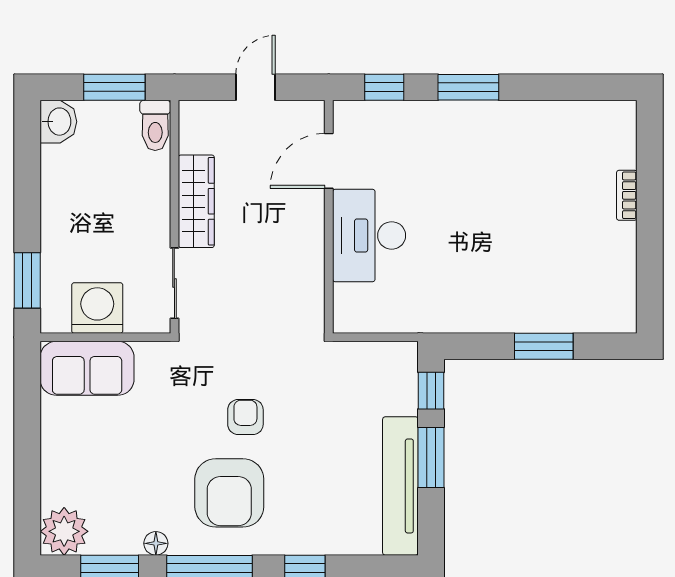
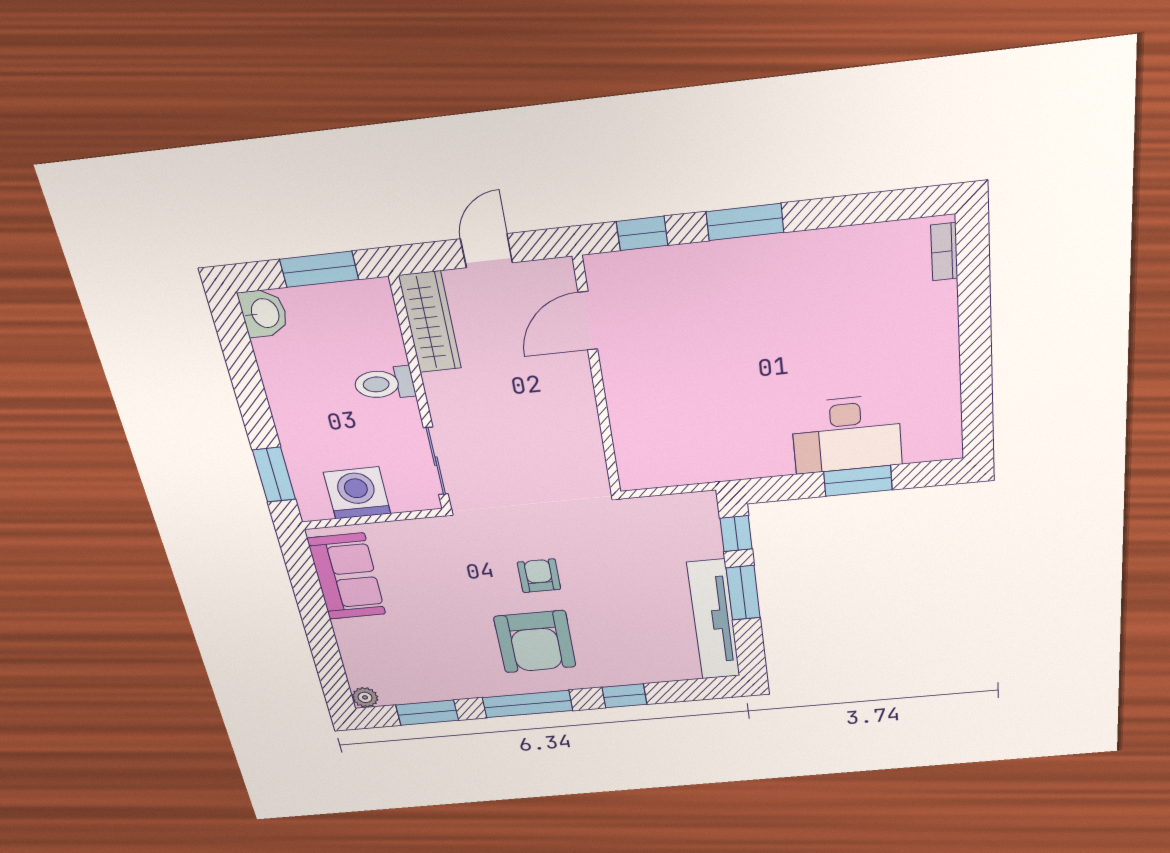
toilet: (155, 125) -> (384, 384), moved, turned 90
bookcase: (627, 195) -> (944, 252), moved
wardrobe: (196, 201) -> (430, 322), moved
desk: (369, 235) -> (847, 434), moved, turned -90
sofa: (87, 368) -> (347, 576), moved, turned -90
plant: (64, 531) -> (365, 697), width x0.53, depth x0.53
floor lamp: (156, 543) -> (469, 689), removed

